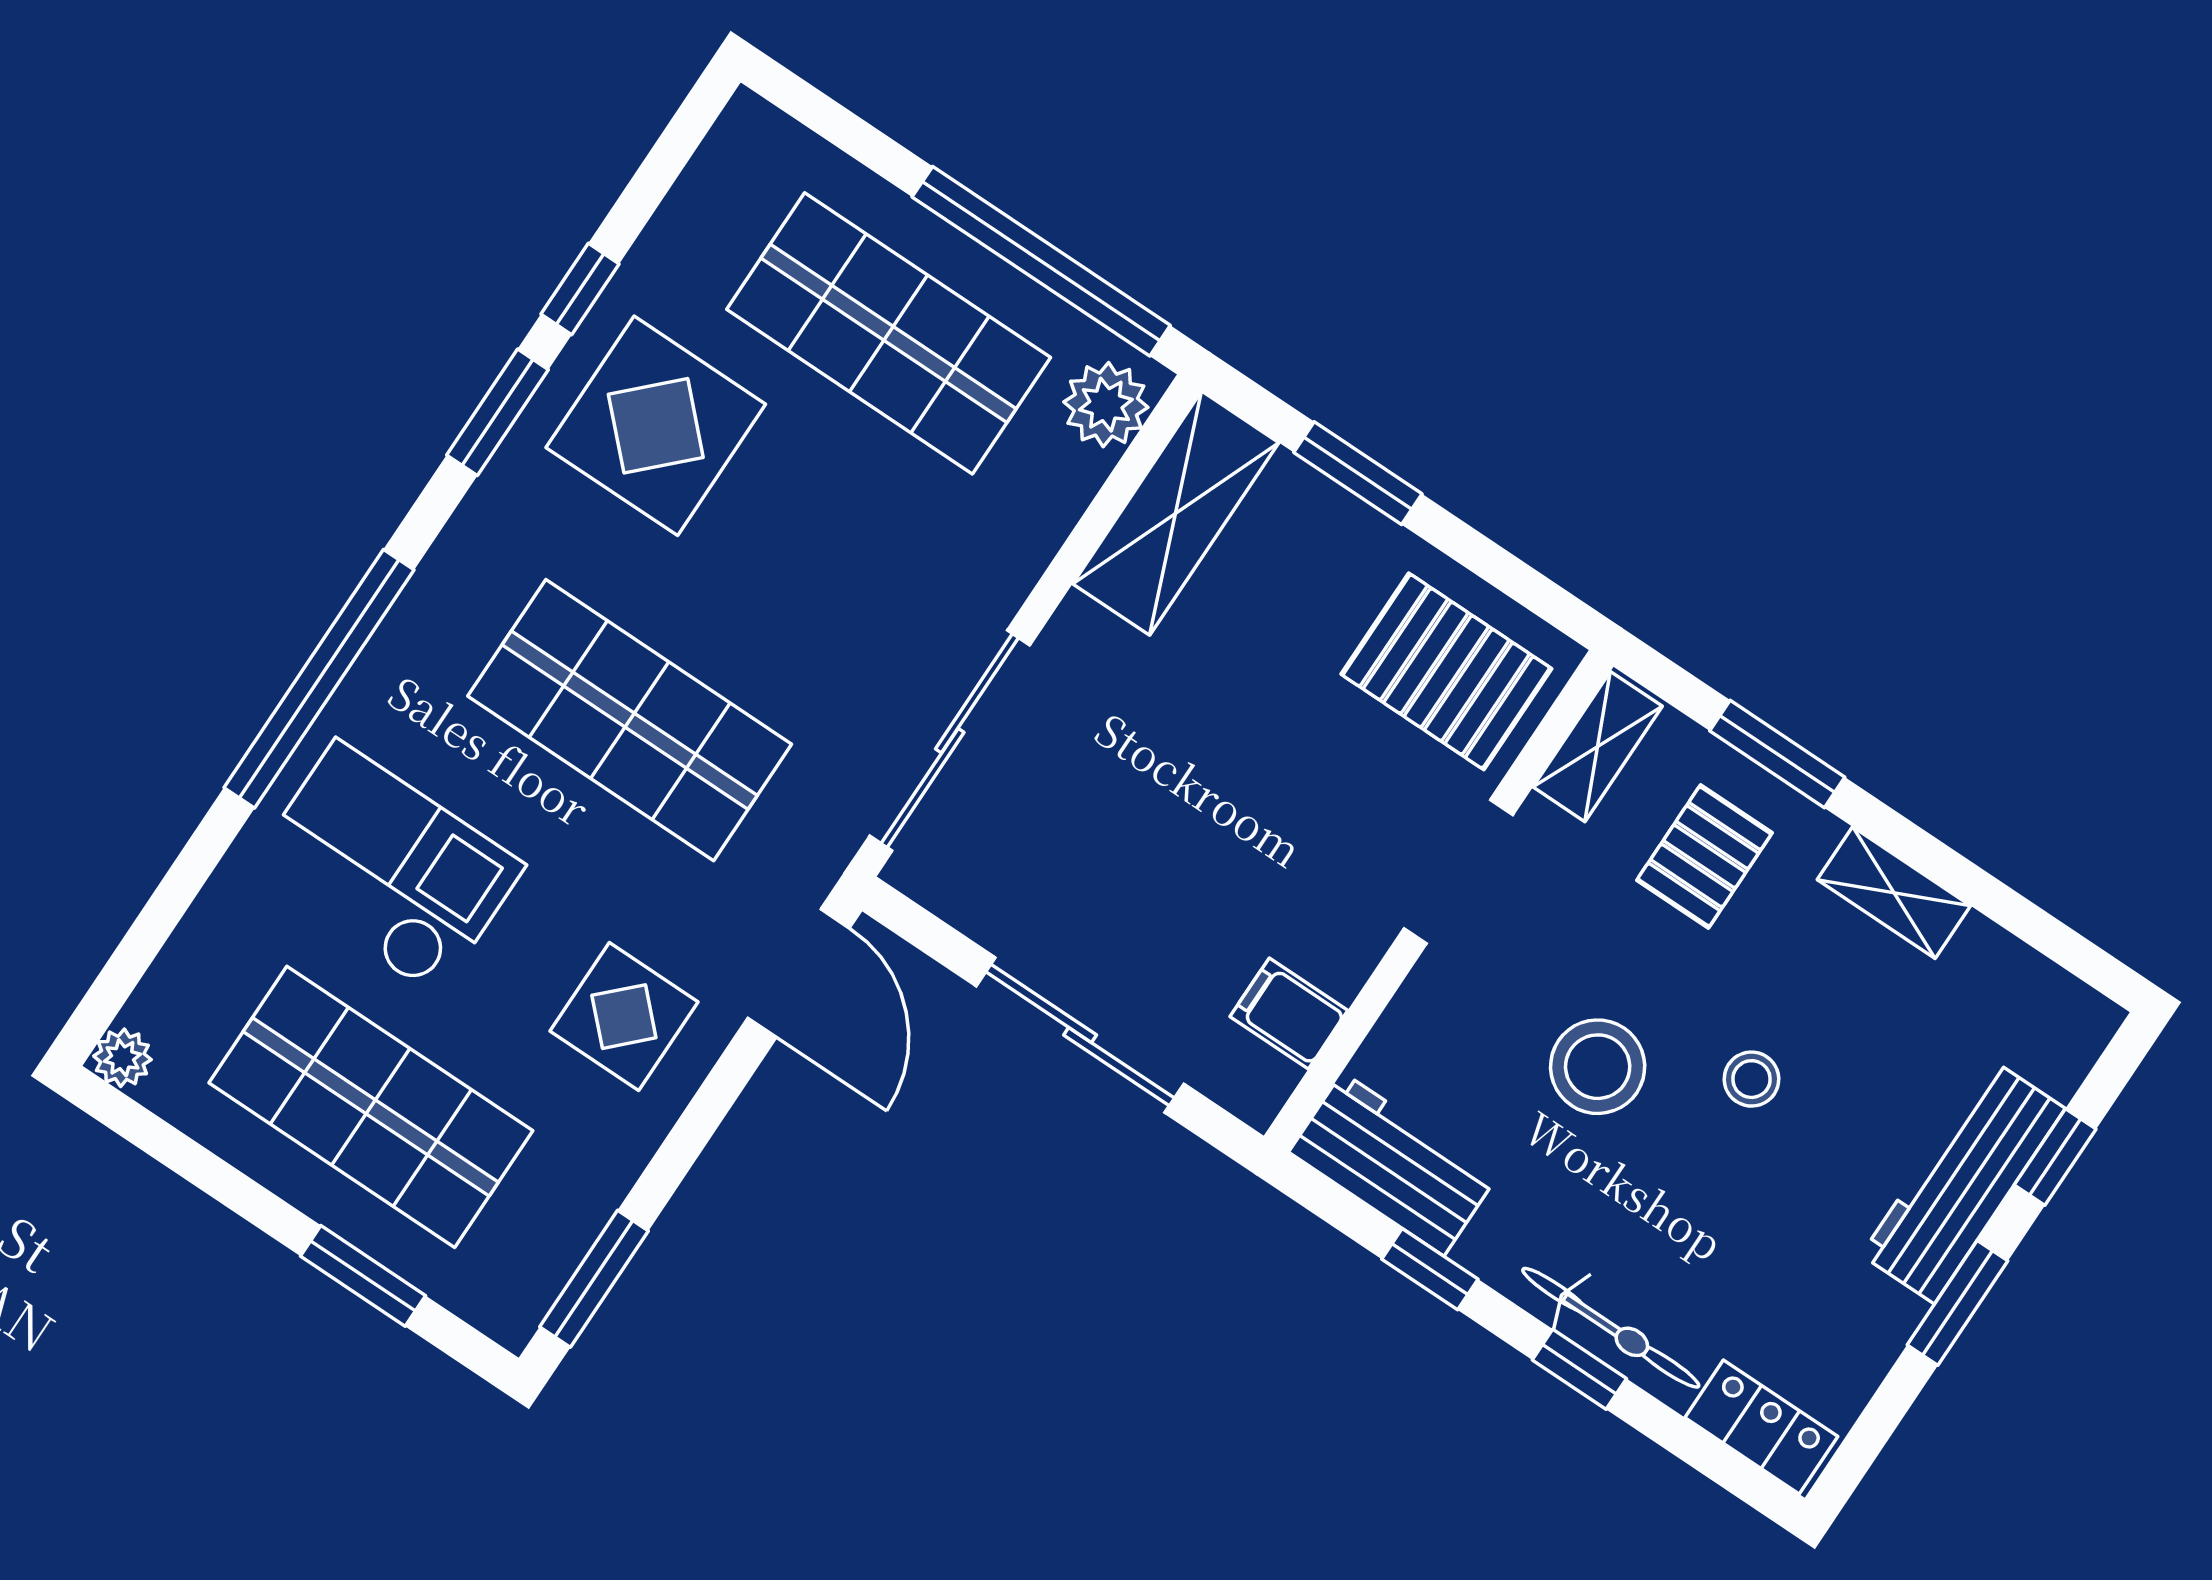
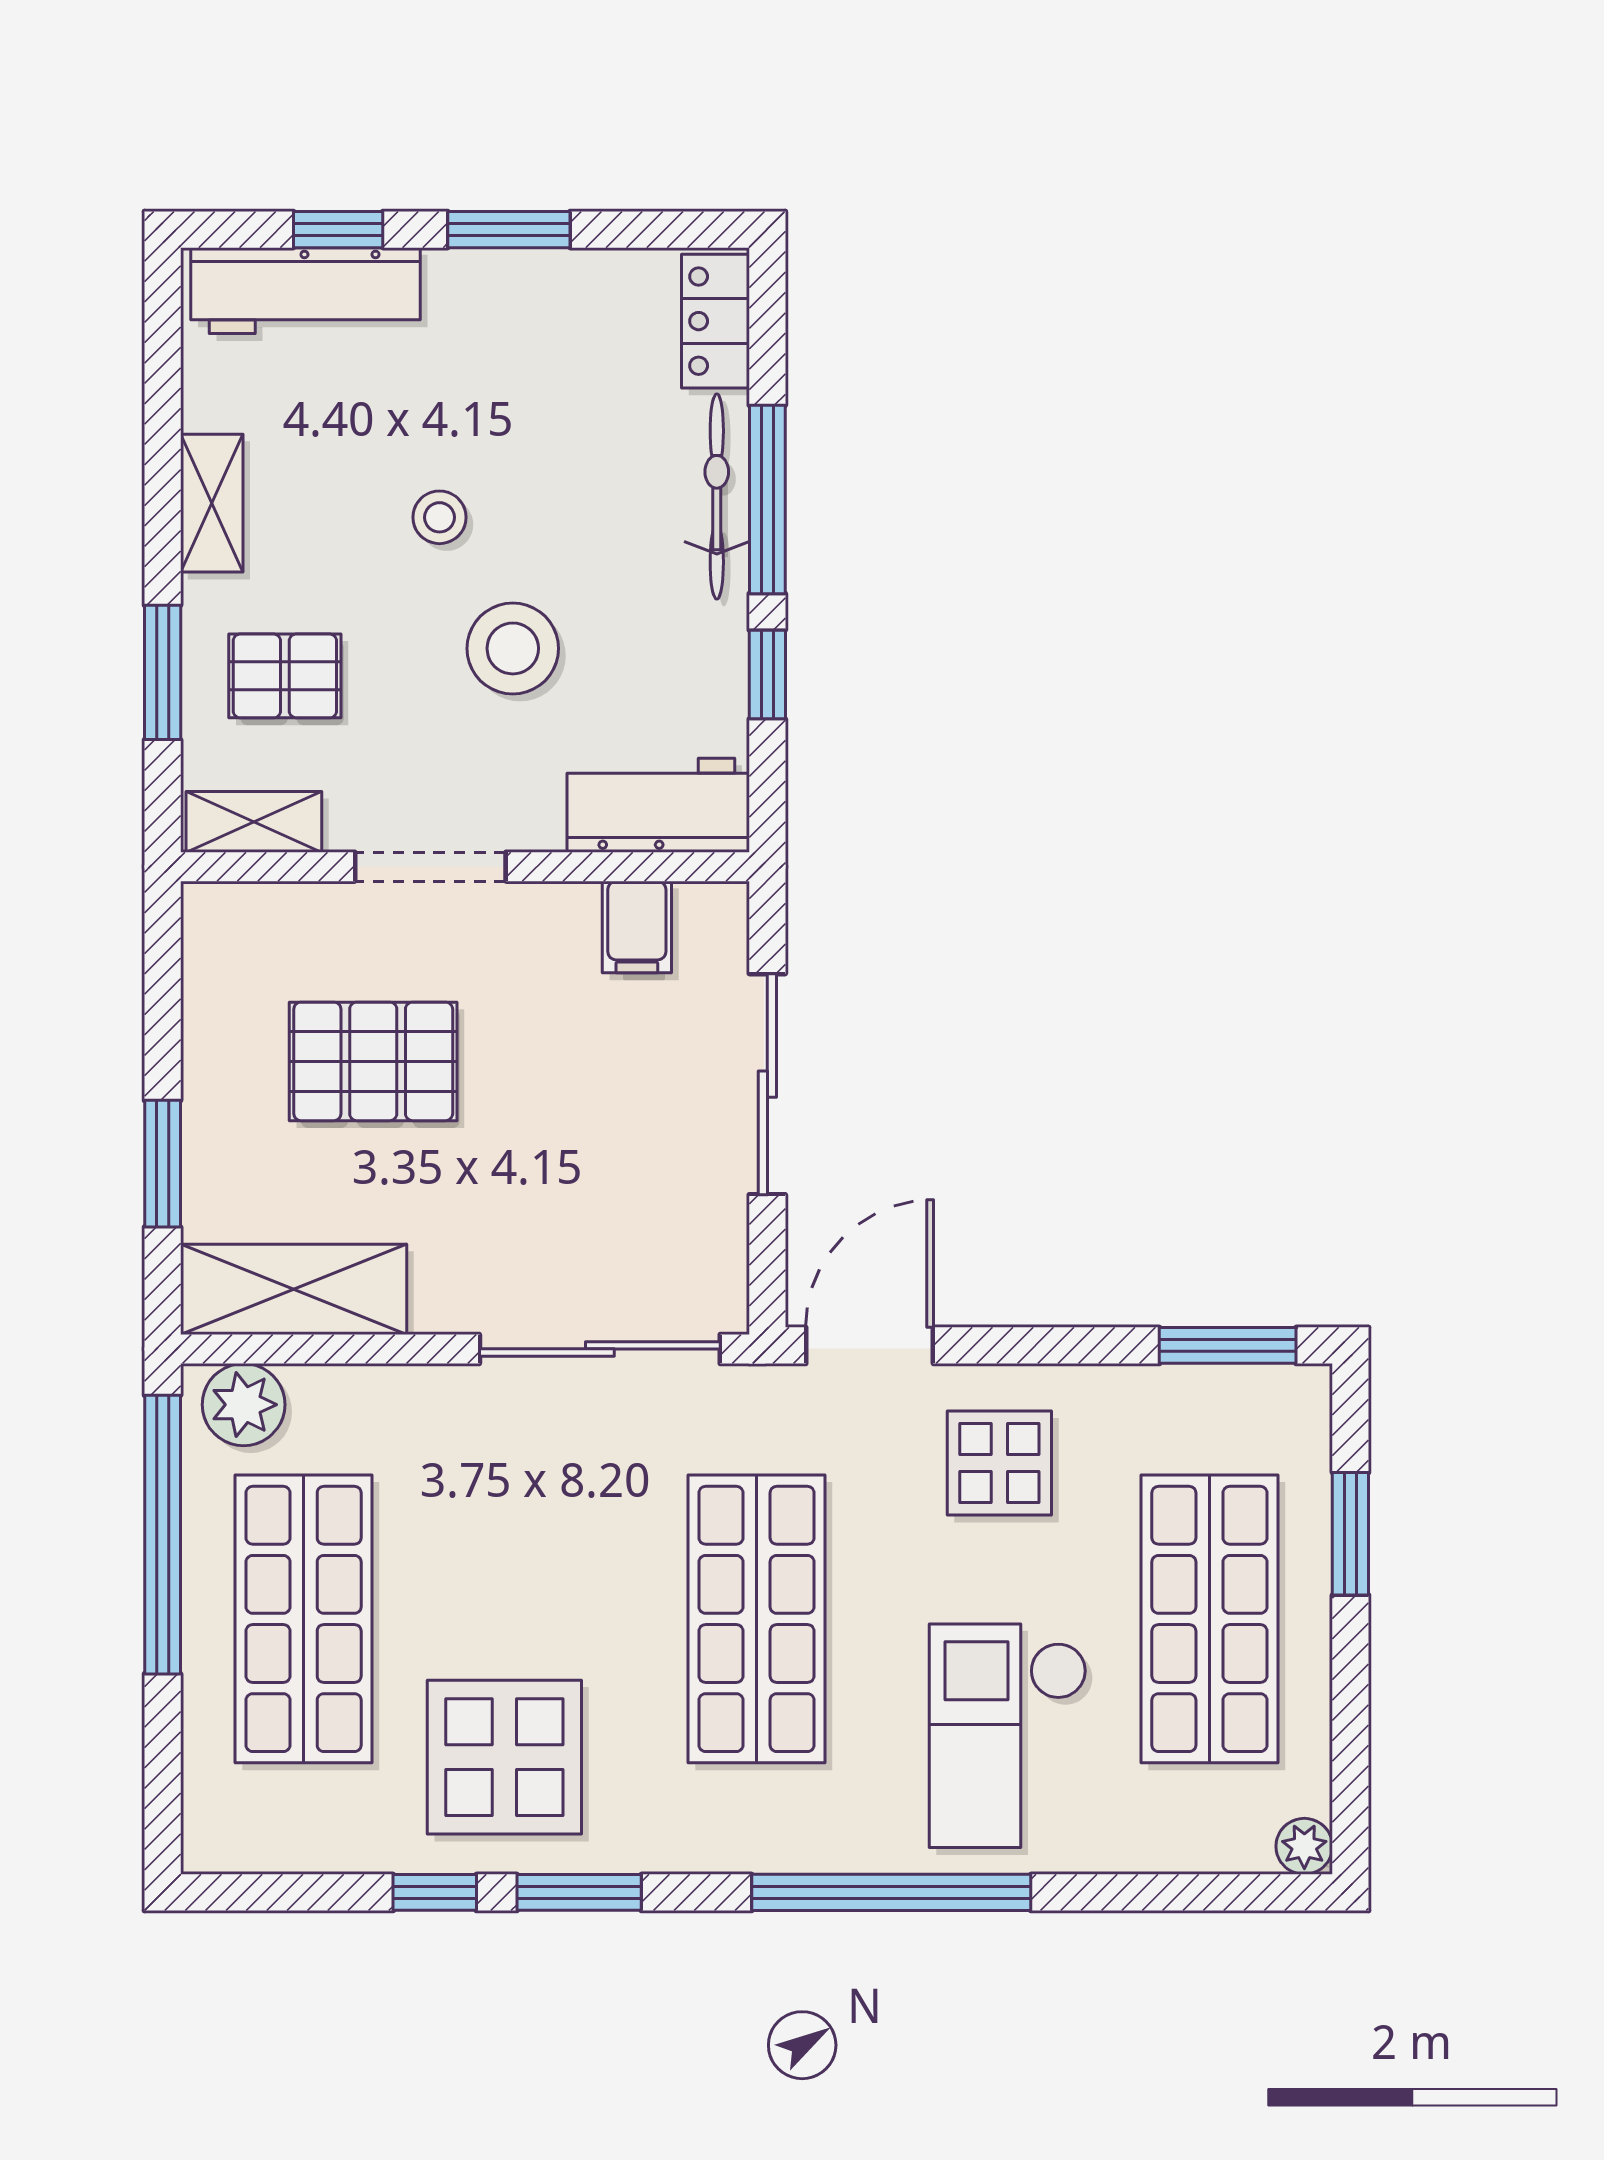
pallet: (1446, 671) -> (373, 1061), moved, turned 90
workbench: (1393, 1164) -> (658, 805), moved, turned 90
workbench: (1963, 1182) -> (306, 291), moved
window: (1579, 1369) -> (767, 499), width x2.17

